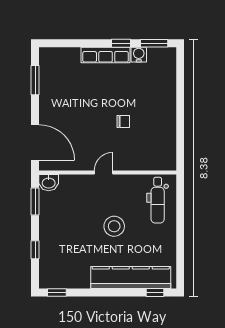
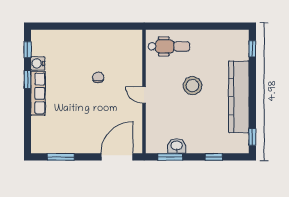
window: (154, 43) -> (27, 50), width x0.67
washbasin: (49, 183) -> (177, 146), moved, turned -90
kitchen counter: (131, 278) -> (239, 97), moved

